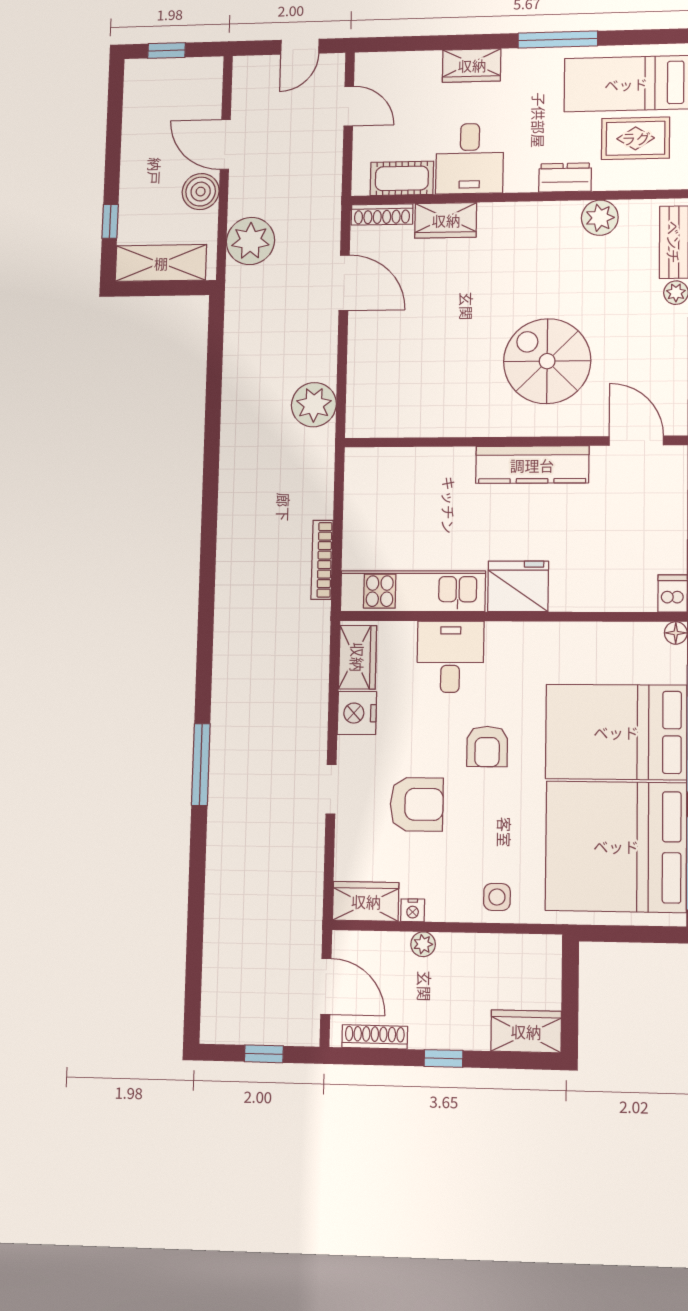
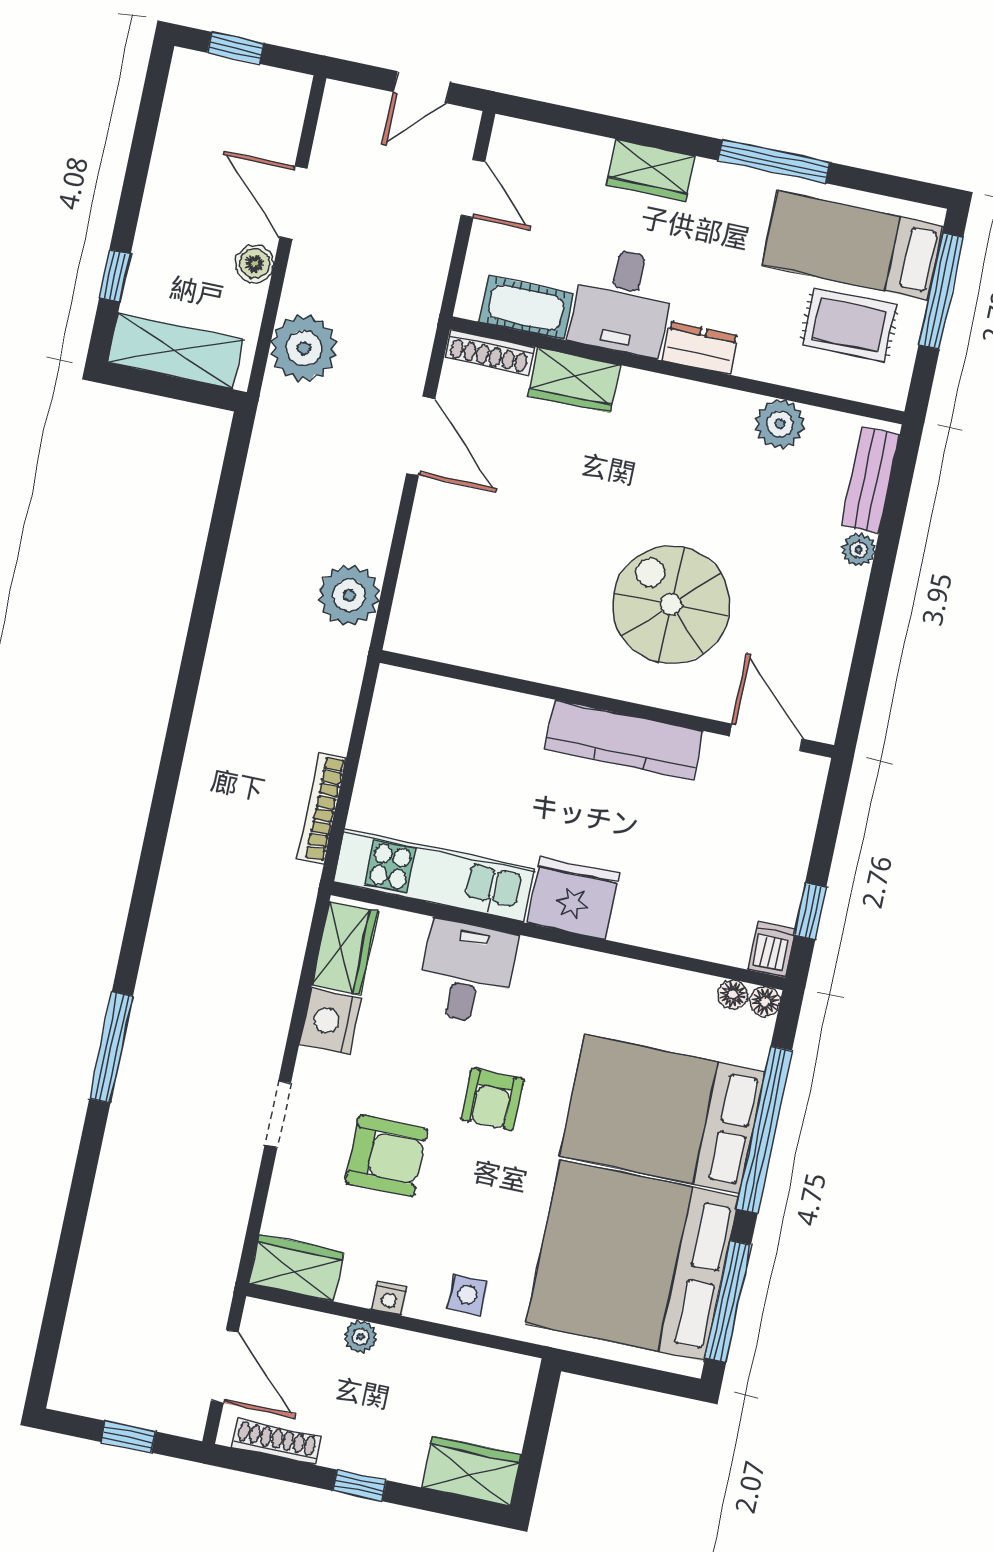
dresser: (565, 177) -> (700, 348), moved
boiler: (201, 192) -> (255, 264), width x0.73, depth x0.73
floor lamp: (651, 633) -> (733, 995), added
nightstand: (413, 910) -> (389, 1298), moved

